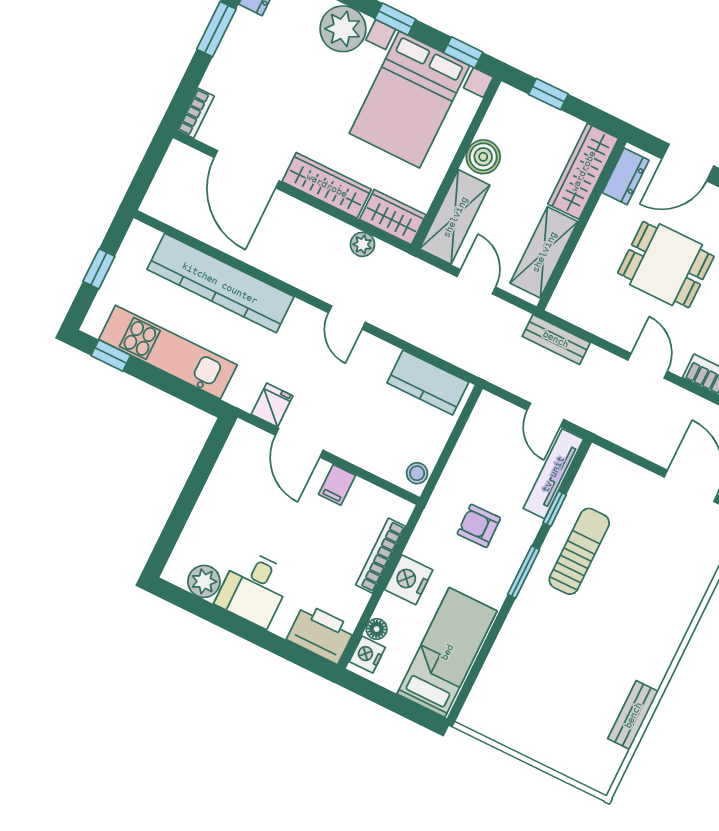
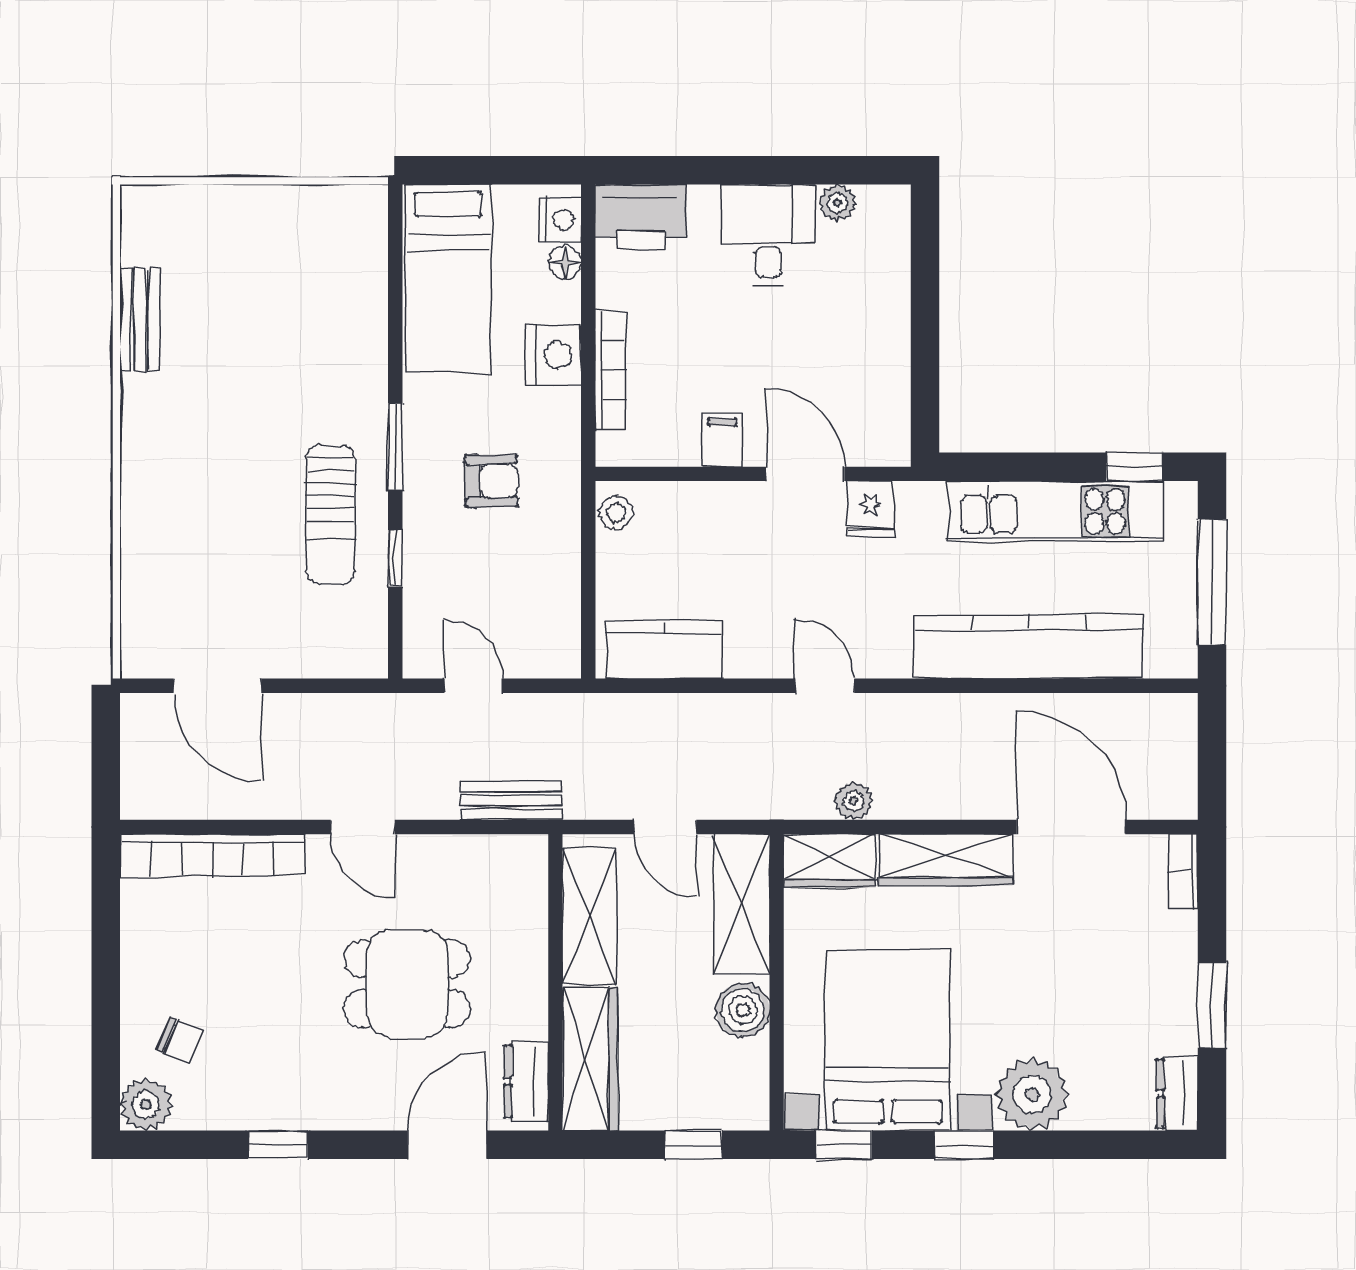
window: (99, 269) -> (1212, 582), width x2.17
tv unit: (553, 474) -> (421, 607), removed
plant: (204, 581) -> (837, 203), width x0.73, depth x0.73

